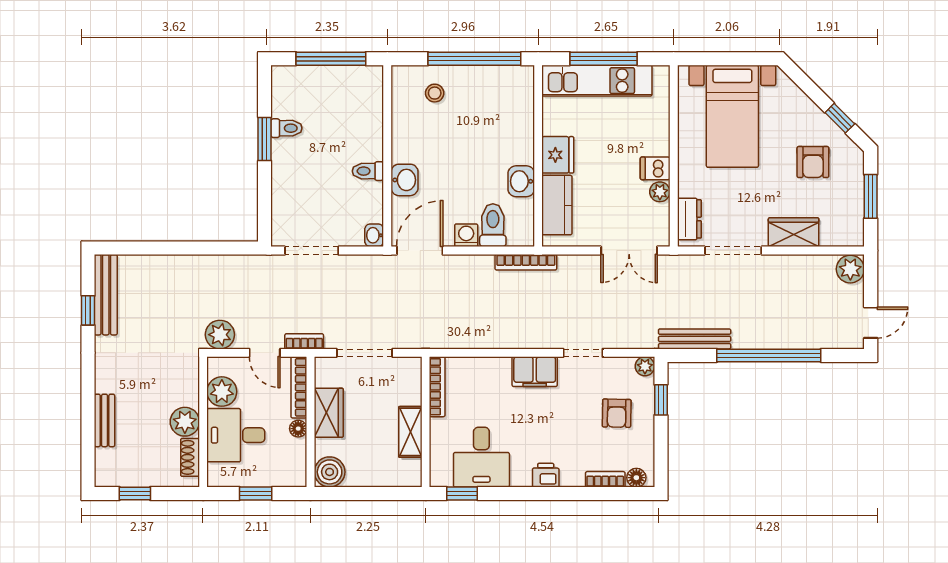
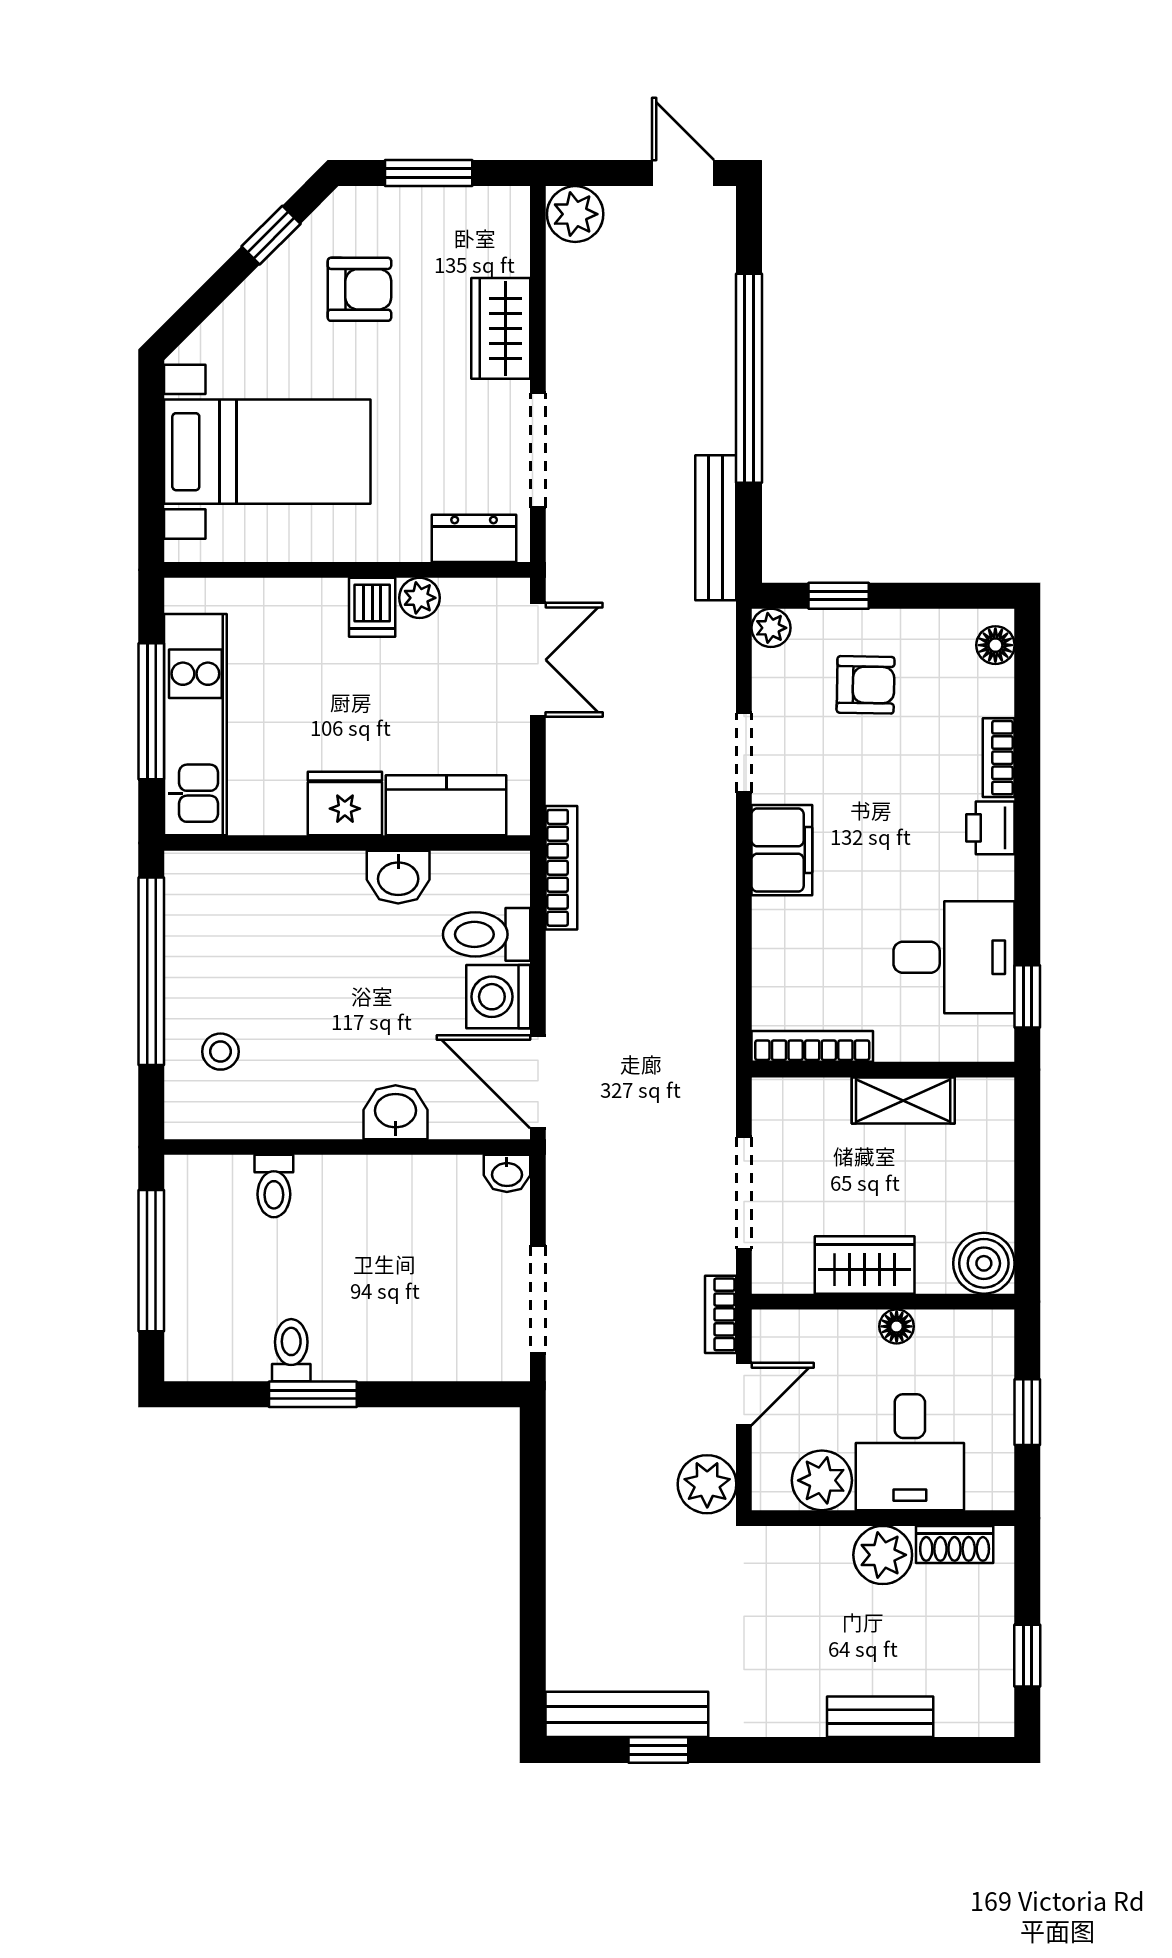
toilet: (368, 171) -> (274, 1186), moved
washing machine: (466, 235) -> (498, 997), width x1.38, depth x1.38
bookcase: (299, 387) -> (813, 1325), removed
bookcase: (605, 479) -> (999, 758), moved

